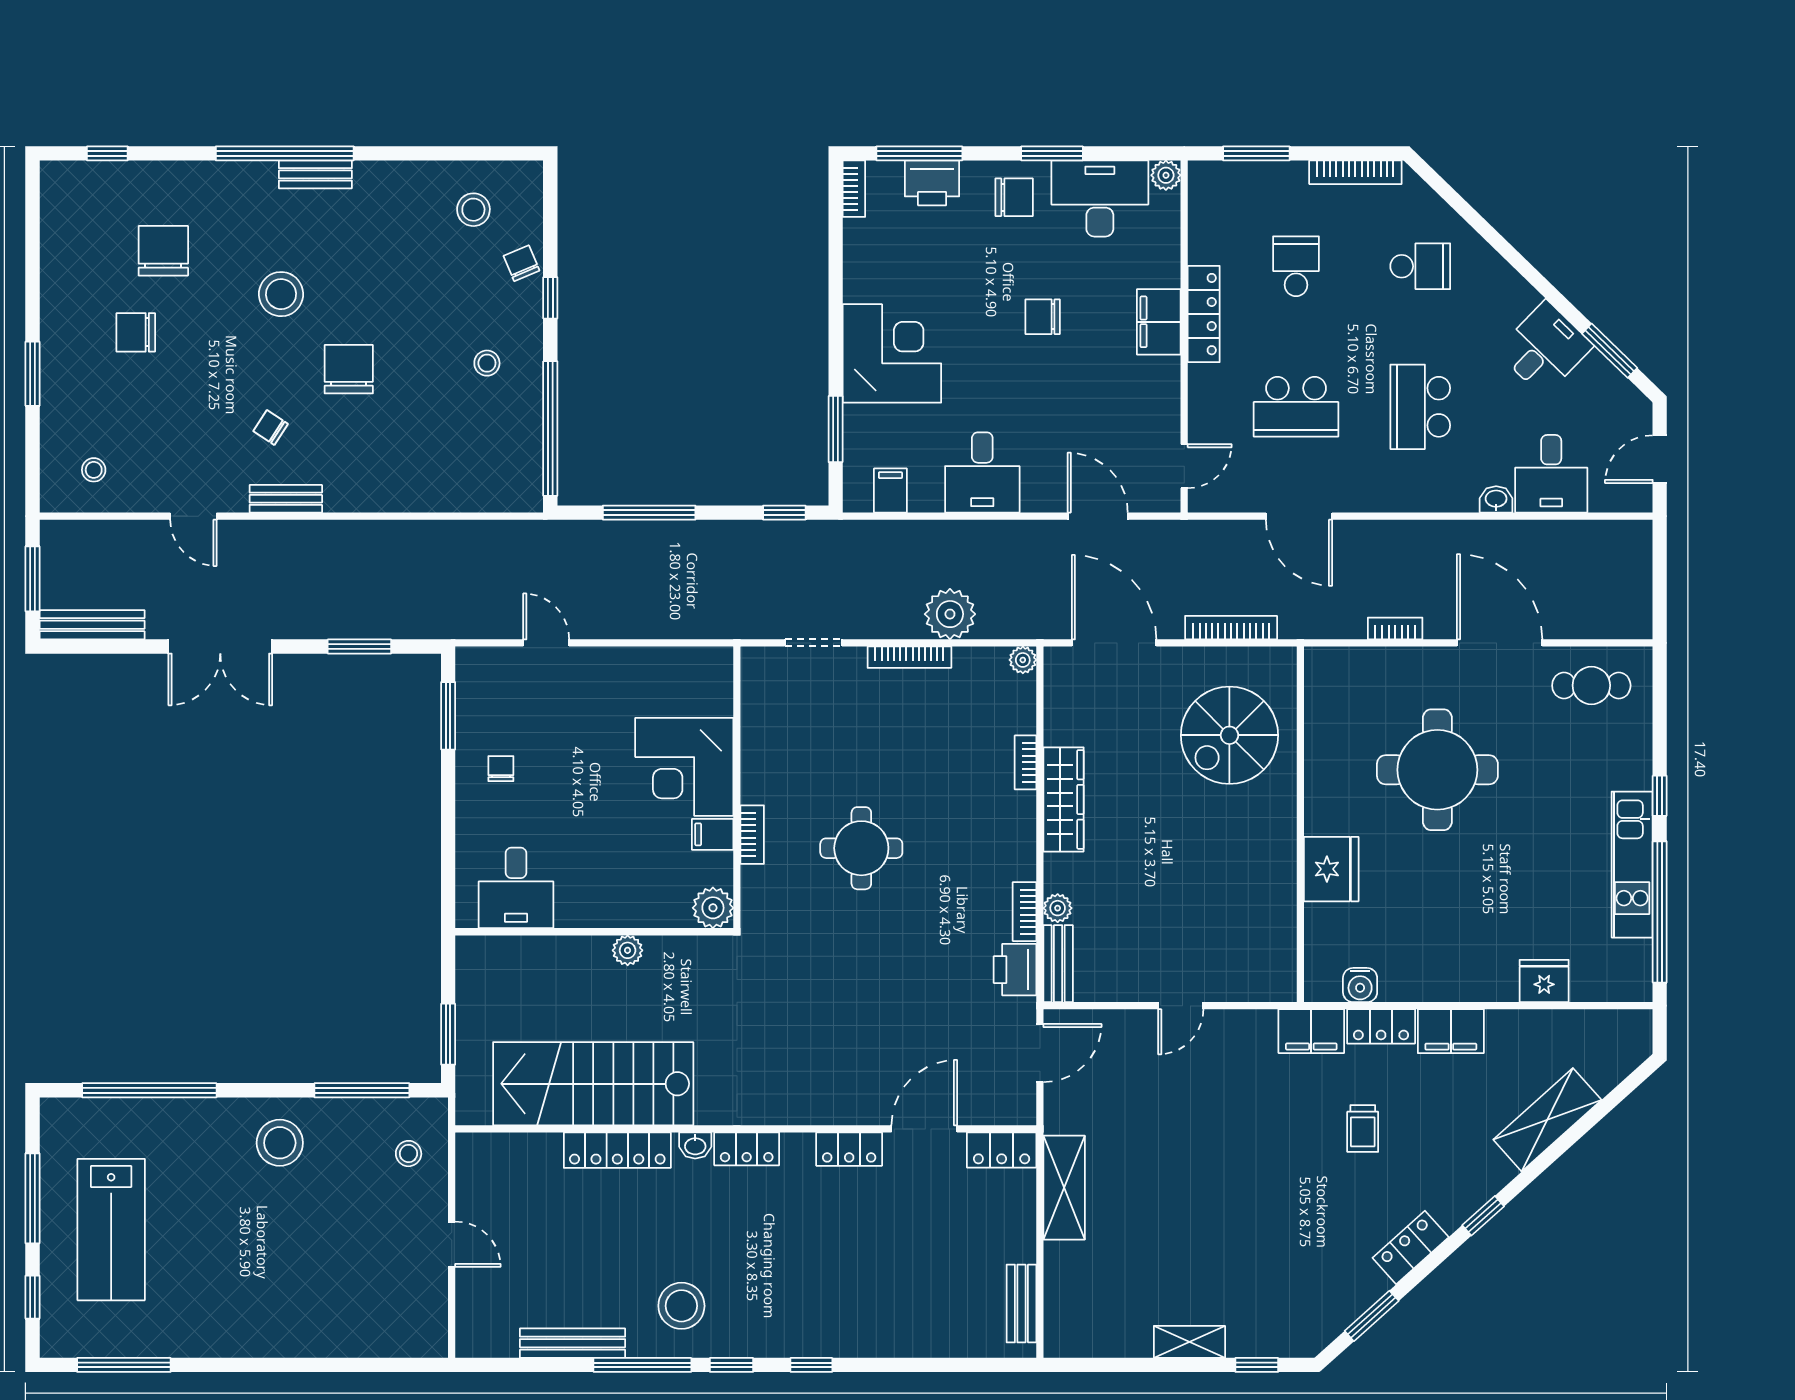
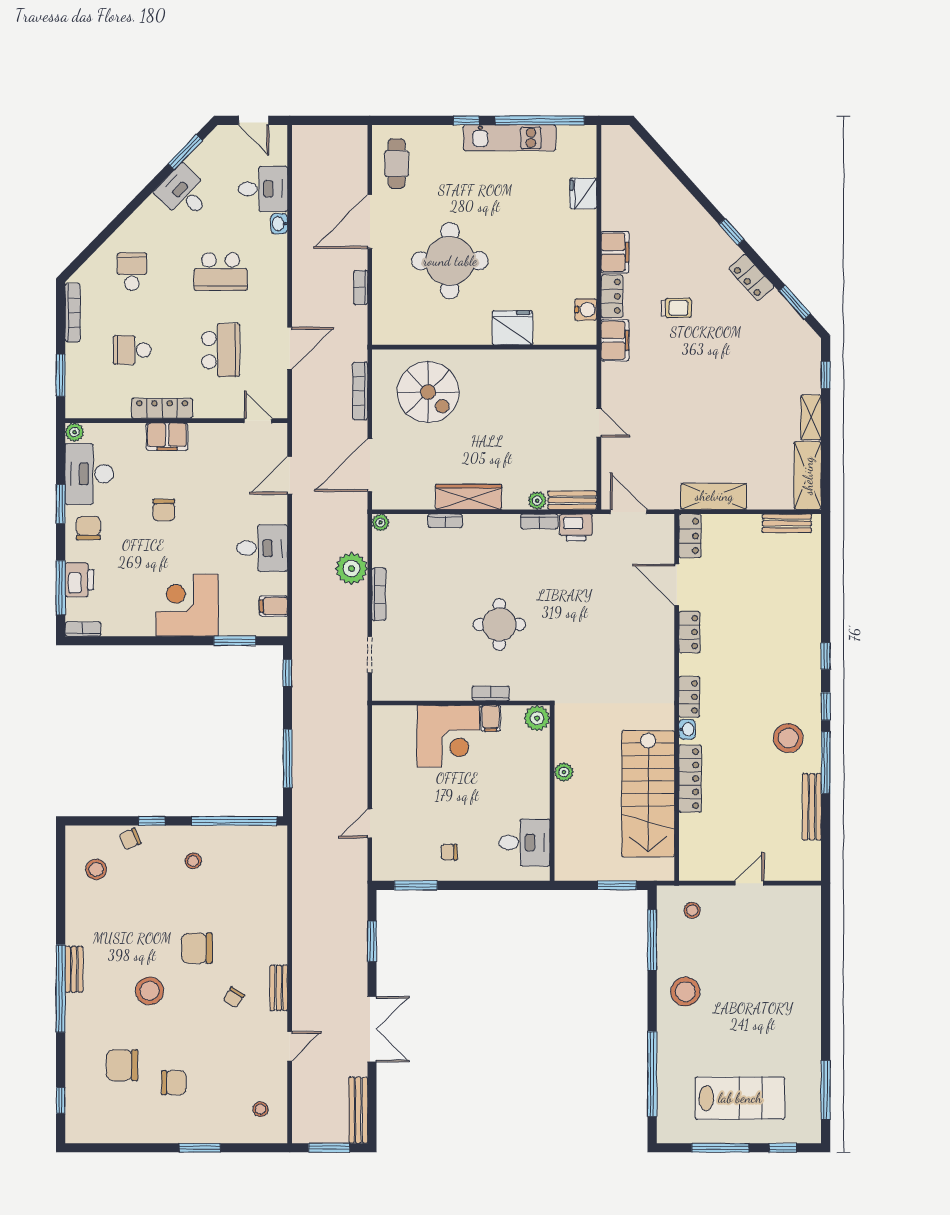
chair: (136, 332) -> (174, 1083), turned -90
shelving: (1547, 1120) -> (808, 476), moved, turned 42

